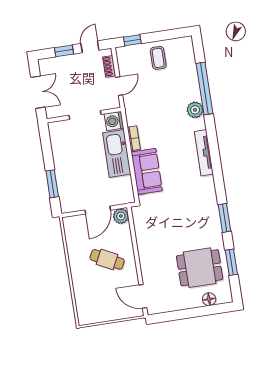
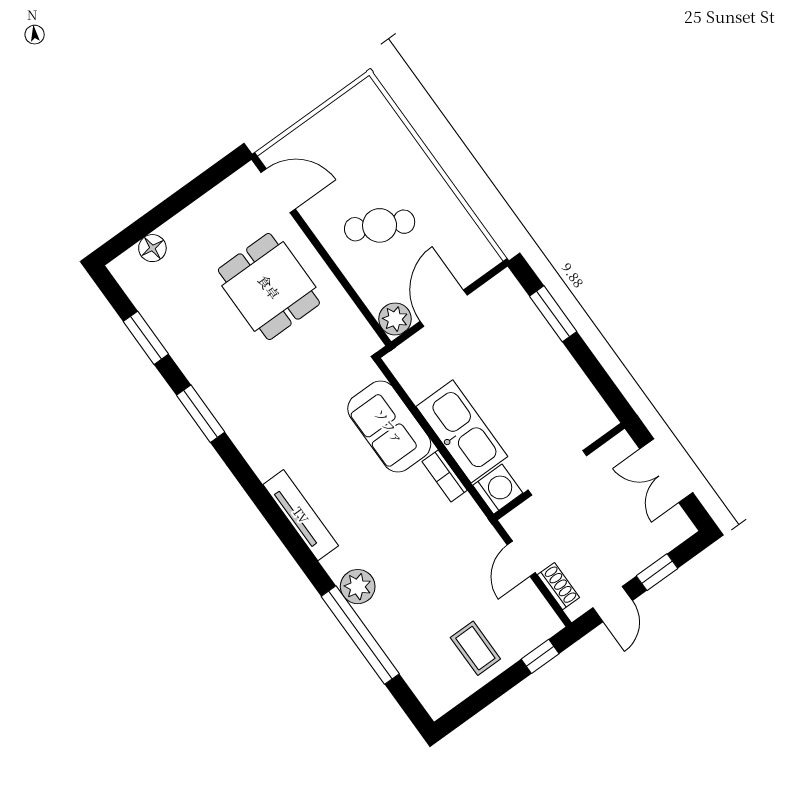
dining table: (200, 268) -> (269, 287), moved, turned 90

